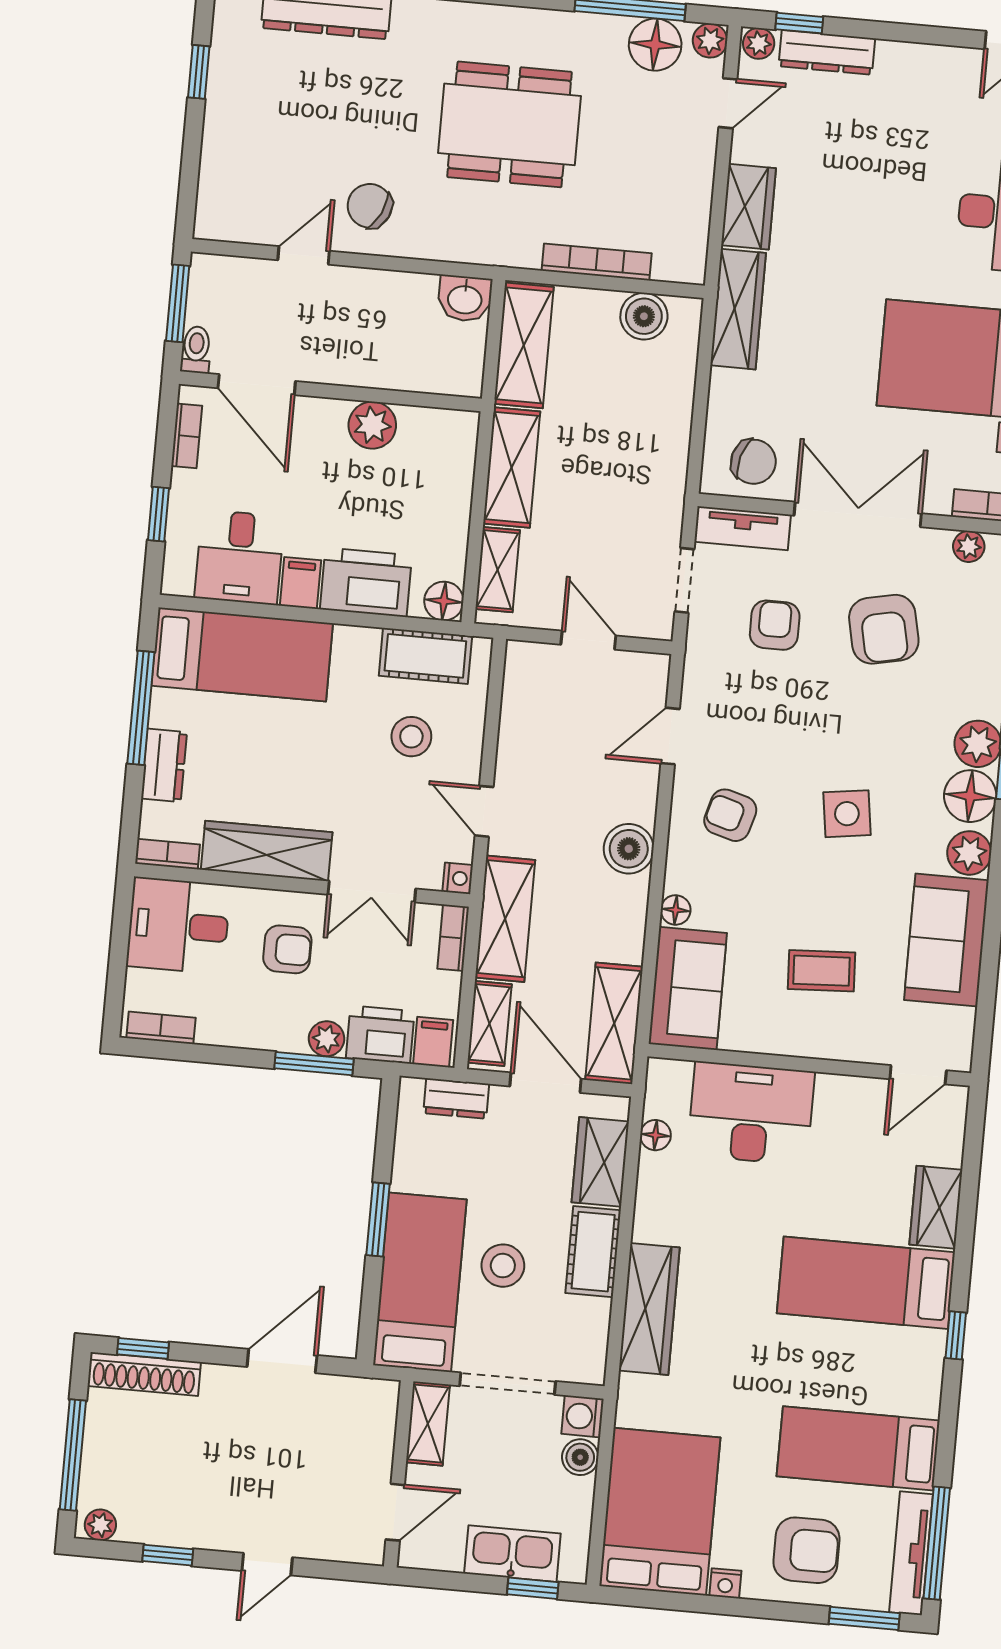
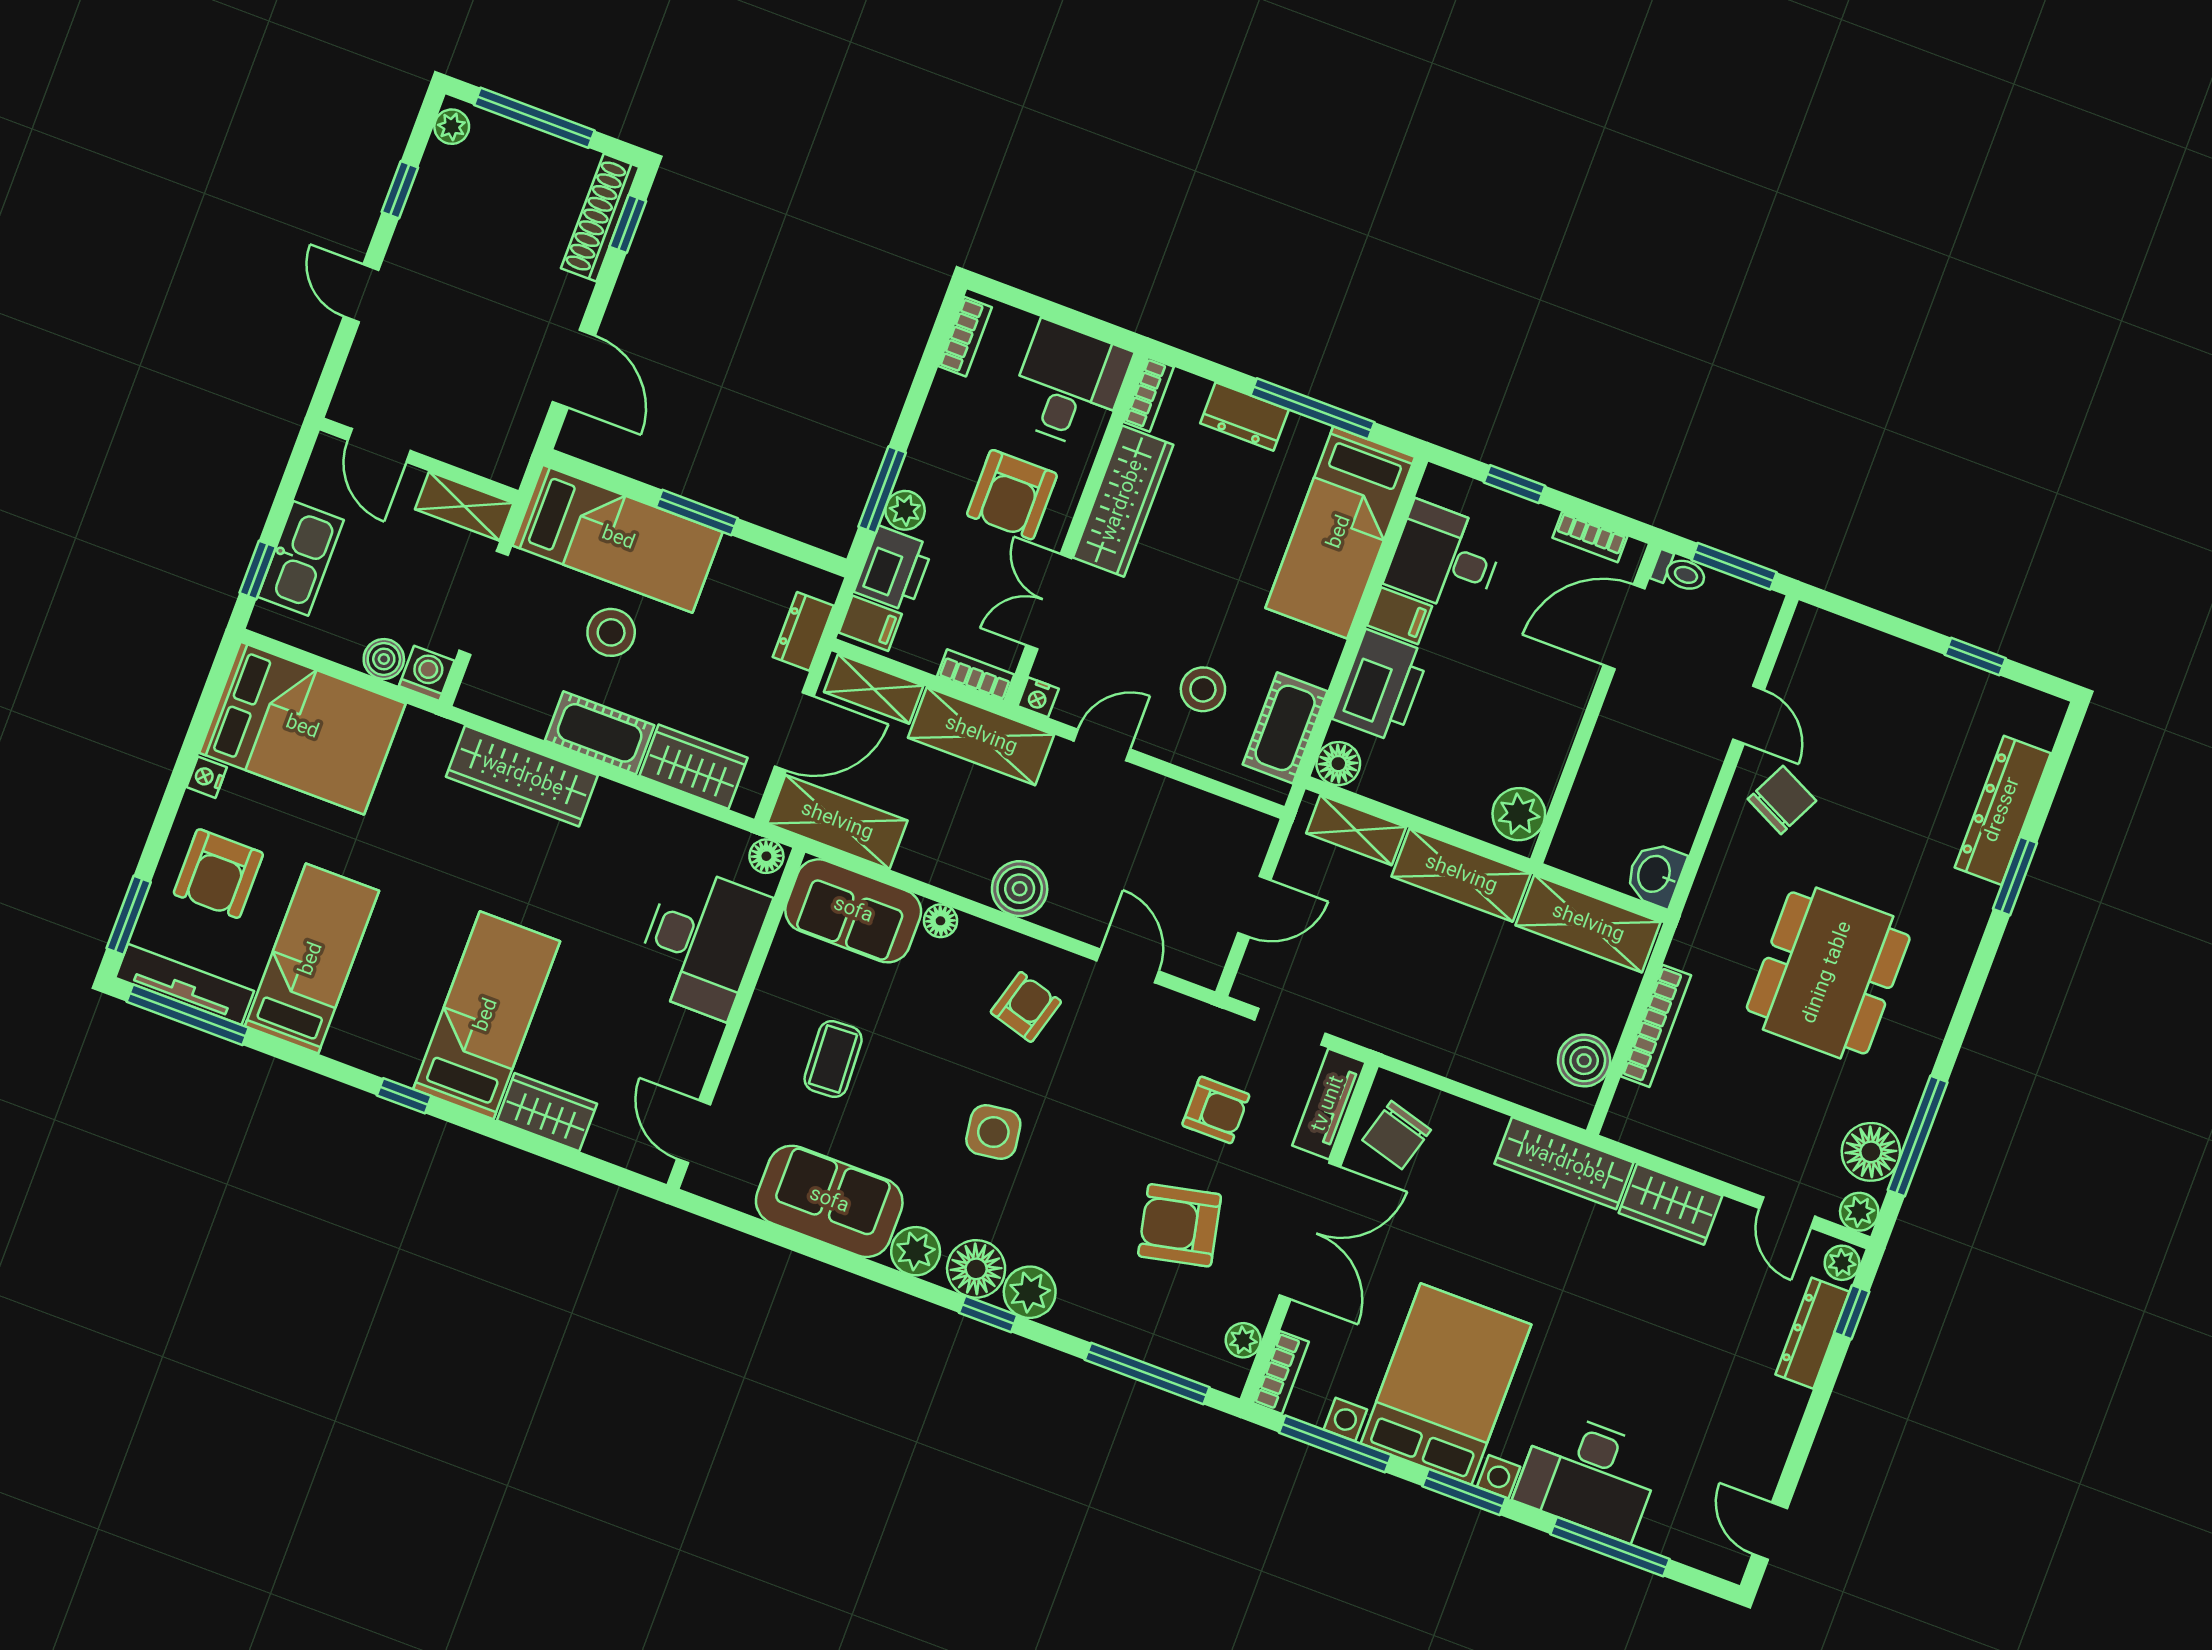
plant: (372, 425) -> (1519, 814), moved
armchair: (287, 949) -> (1012, 495), width x1.38, depth x1.38
floor lamp: (655, 1135) -> (766, 856), moved

